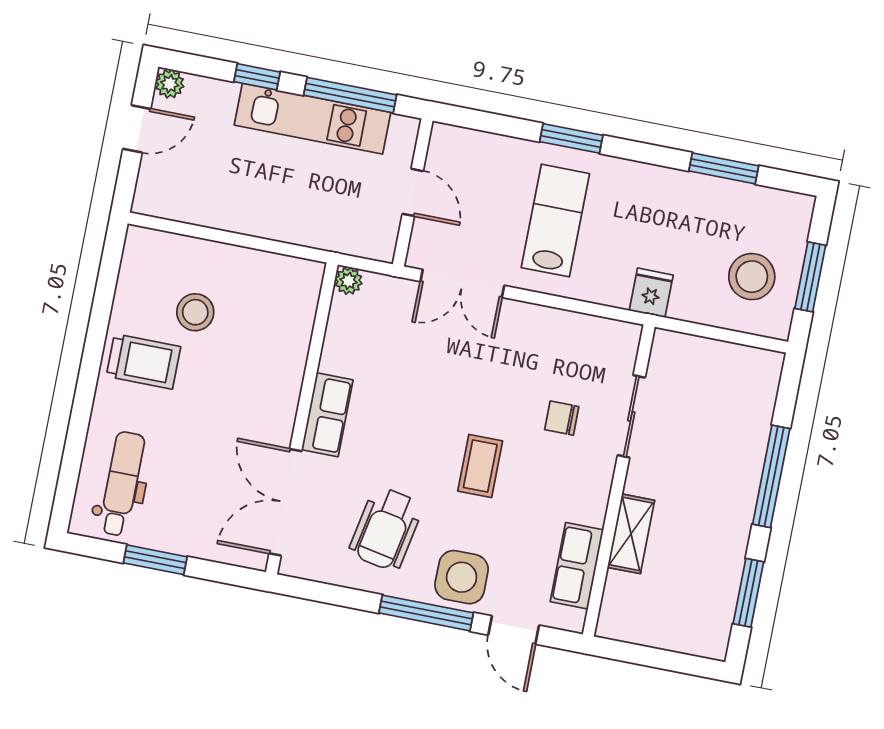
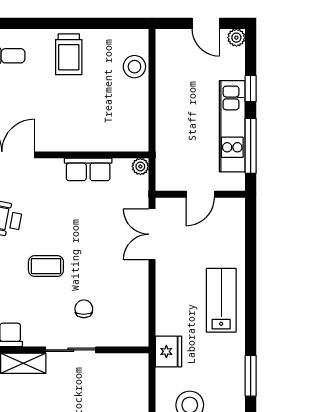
window: (571, 138) -> (251, 282), removed
lab bench: (555, 221) -> (221, 300), moved, turned -90
fridge: (651, 293) -> (168, 351), width x1.38
stool: (195, 312) -> (134, 67), moved
row of seats: (327, 415) -> (88, 169), moved
sliding door: (631, 416) -> (71, 350), moved

